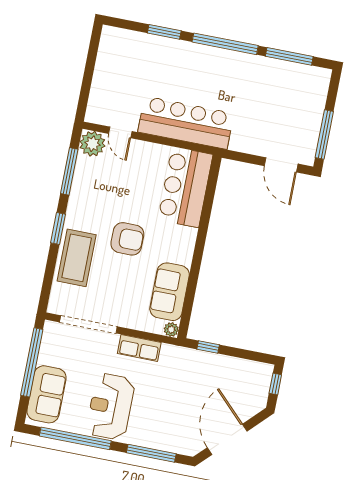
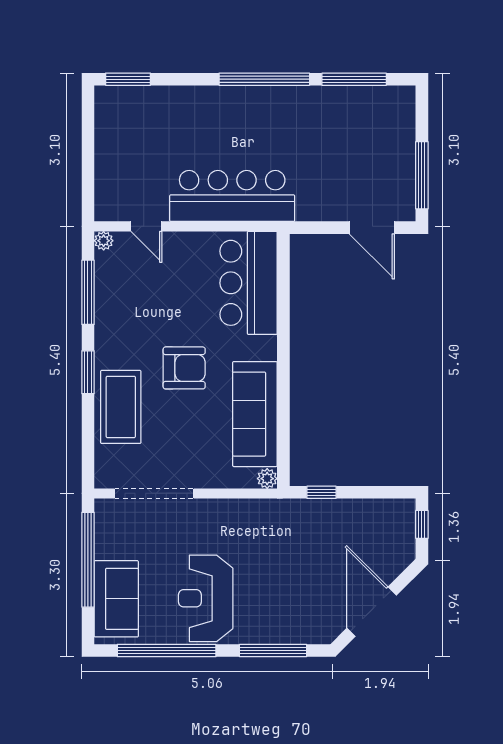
window: (164, 32) -> (128, 79), moved
plant: (92, 144) -> (104, 241), width x0.53, depth x0.53
sofa: (170, 292) -> (255, 414), width x1.36
row of seats: (139, 348) -> (229, 512), removed

